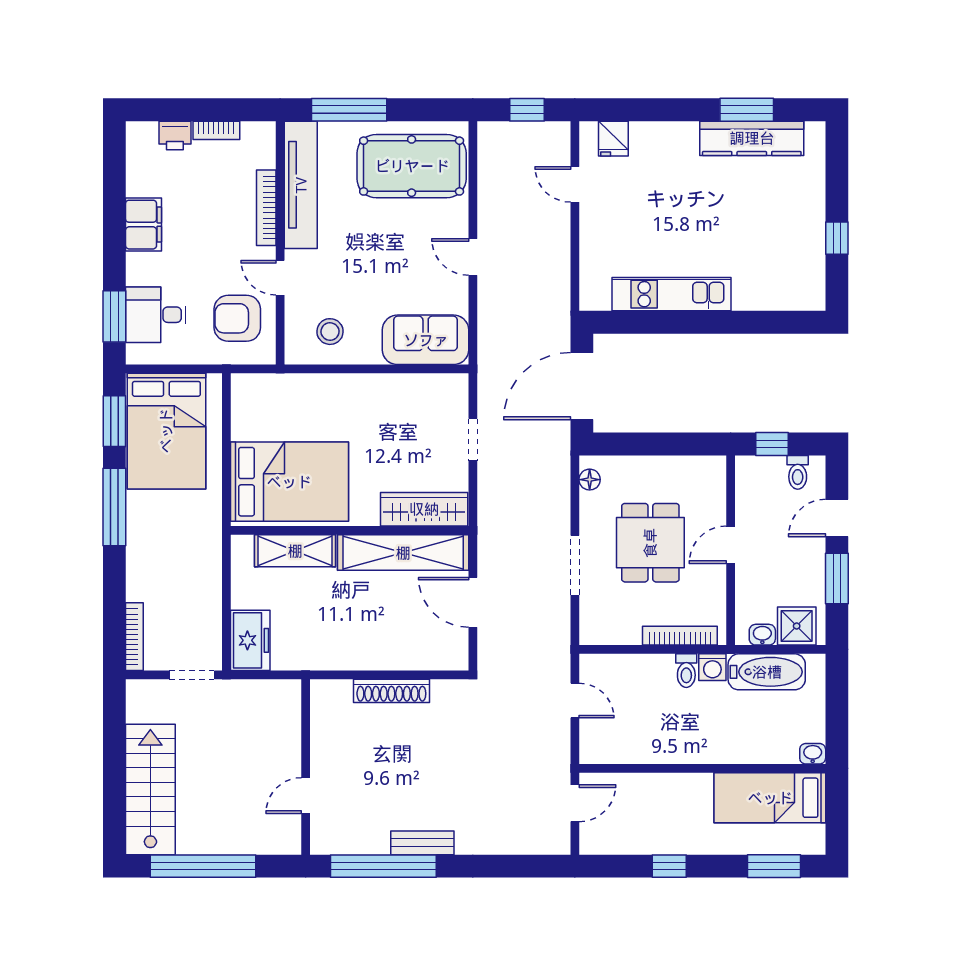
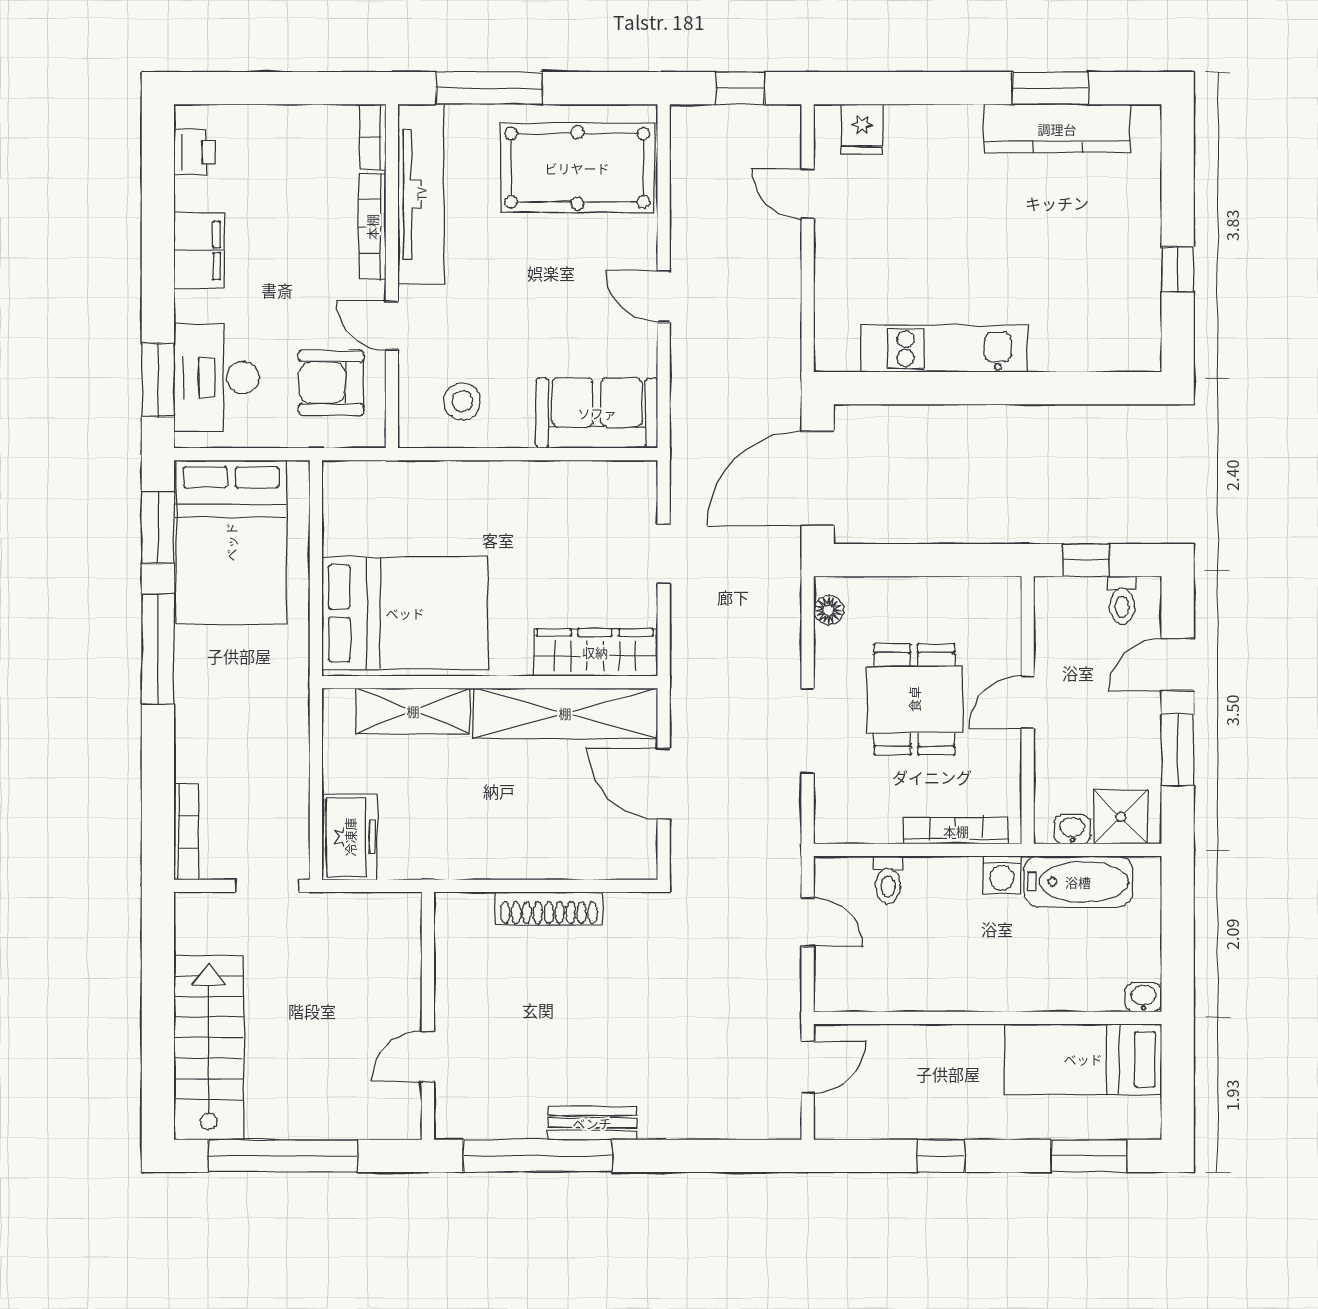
bookcase: (216, 130) -> (373, 137), moved, turned 90
printer: (175, 135) -> (194, 152), moved, turned -90
desk: (156, 315) -> (216, 378), width x1.37
toilet: (686, 671) -> (888, 880), moved

